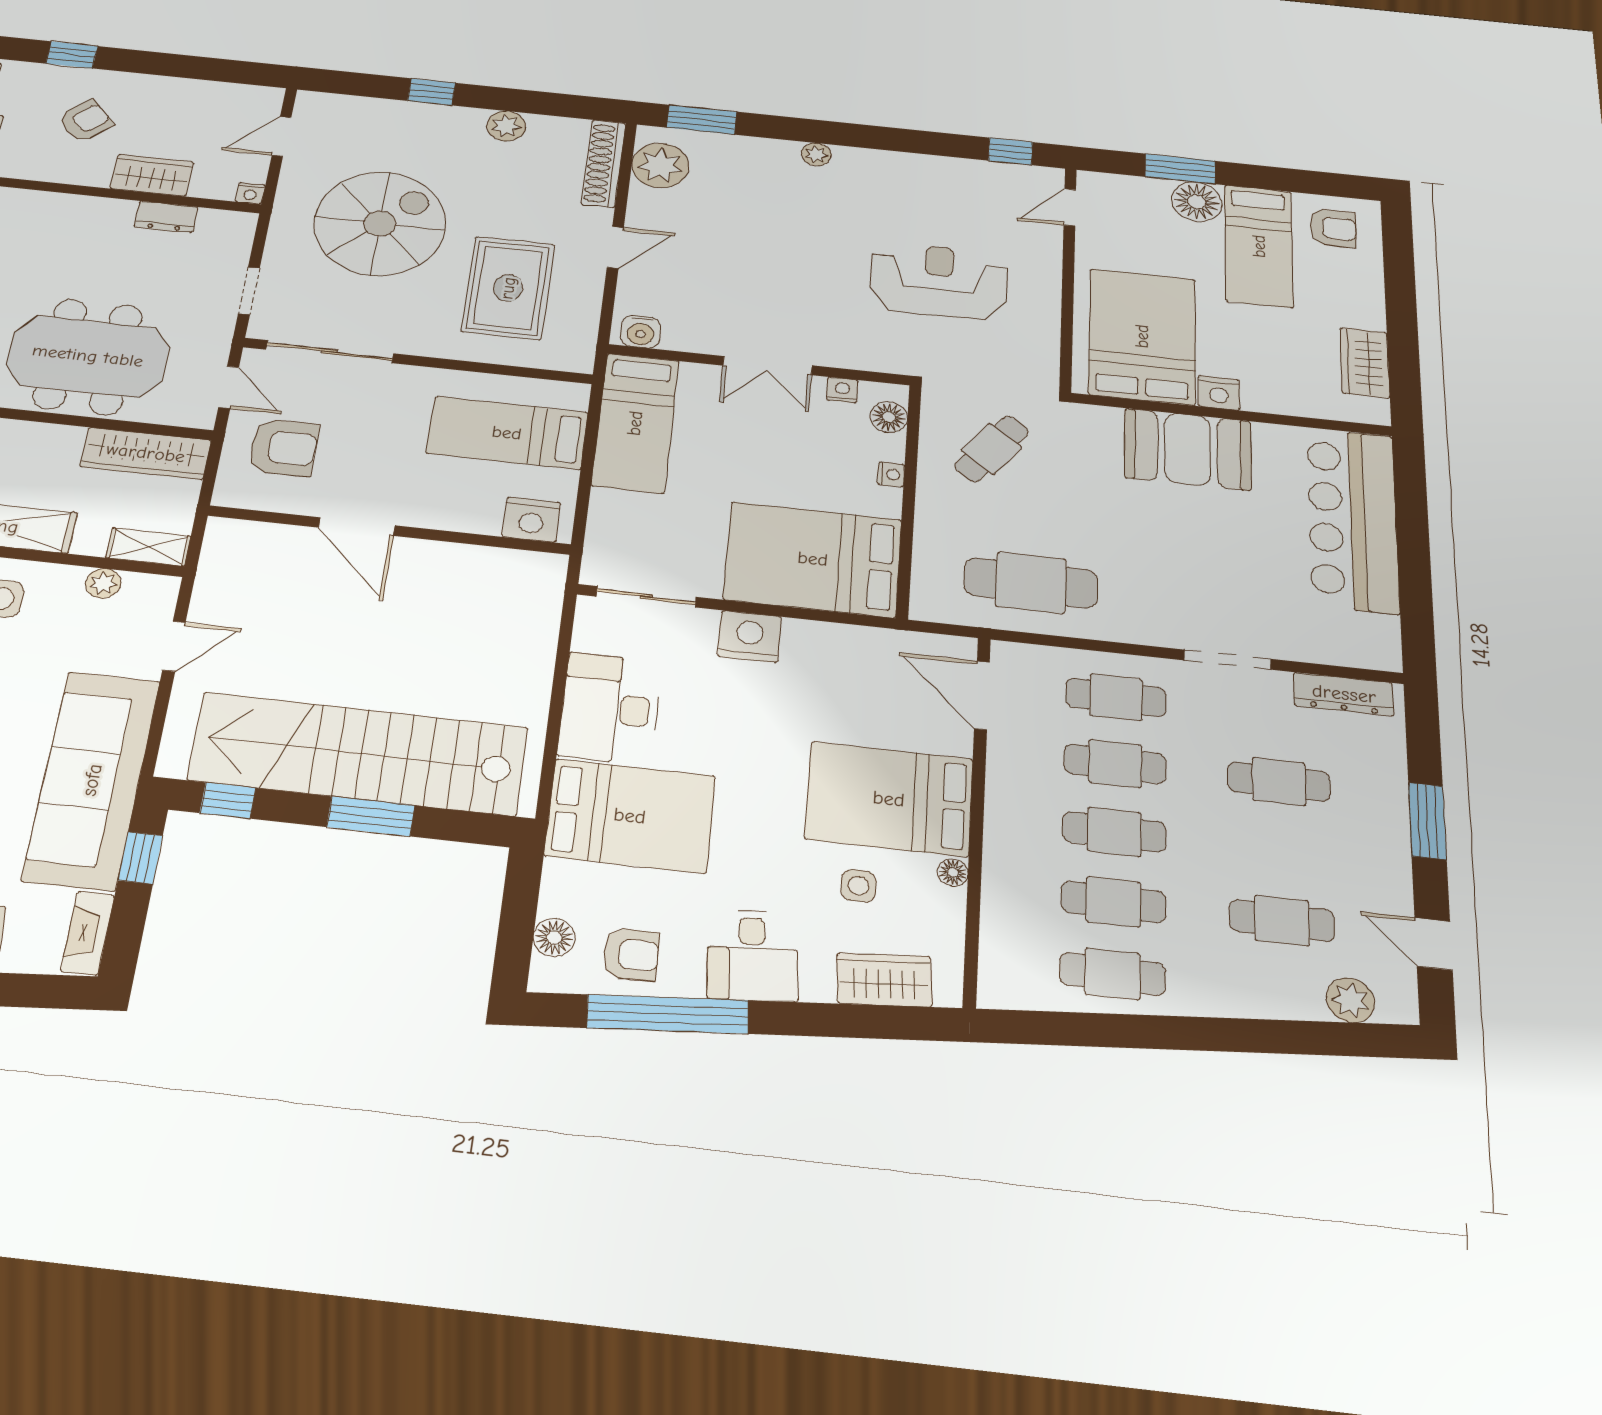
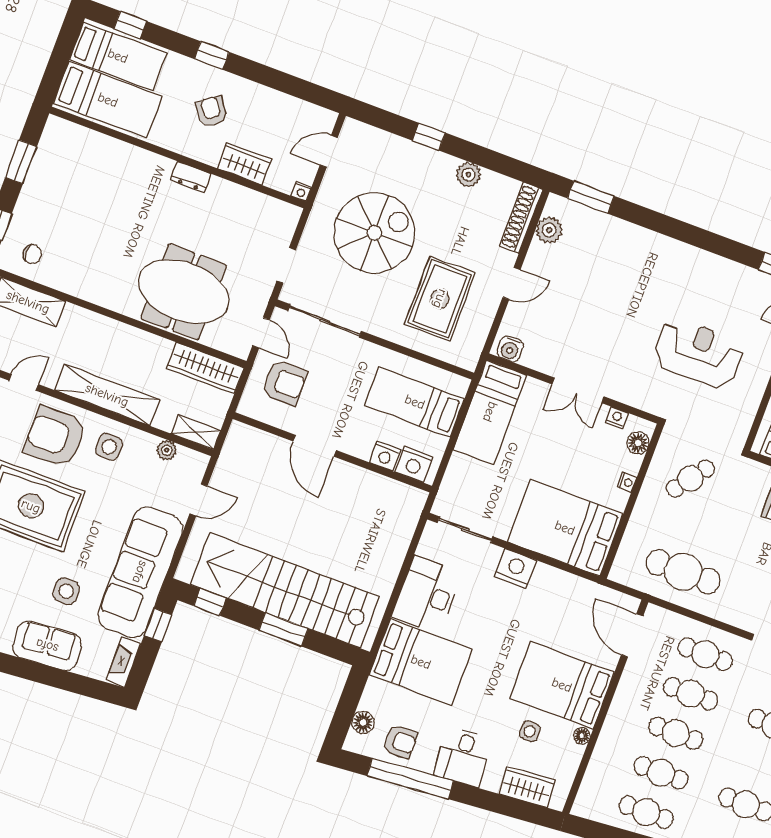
armchair: (86, 121) -> (211, 112), turned -82
plant: (816, 154) -> (654, 241), removed
plant: (660, 165) -> (549, 230), width x0.73, depth x0.73
dresser: (166, 217) -> (191, 177), moved
nightstand: (480, 518) -> (385, 456), added

